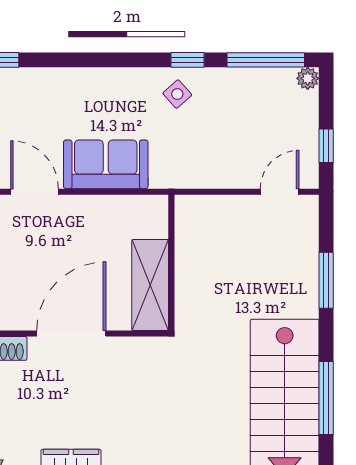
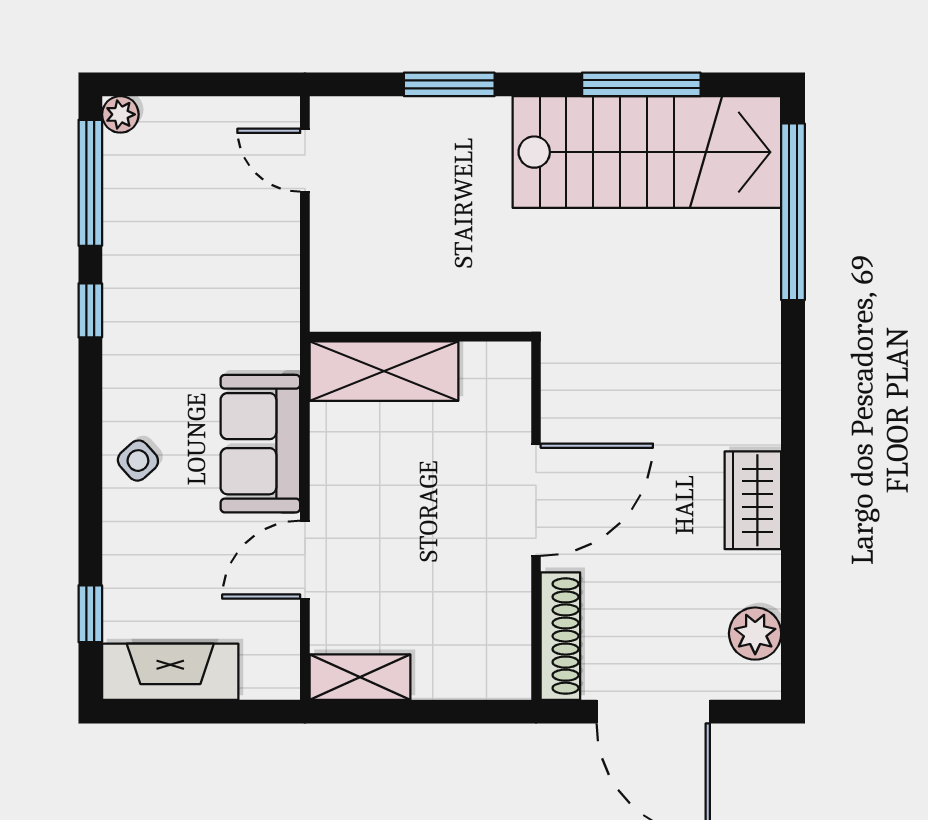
side table: (177, 94) -> (138, 461), moved
window: (326, 146) -> (230, 84), removed
shelving: (150, 285) -> (384, 371), moved
door: (71, 333) -> (536, 500), swing flipped

